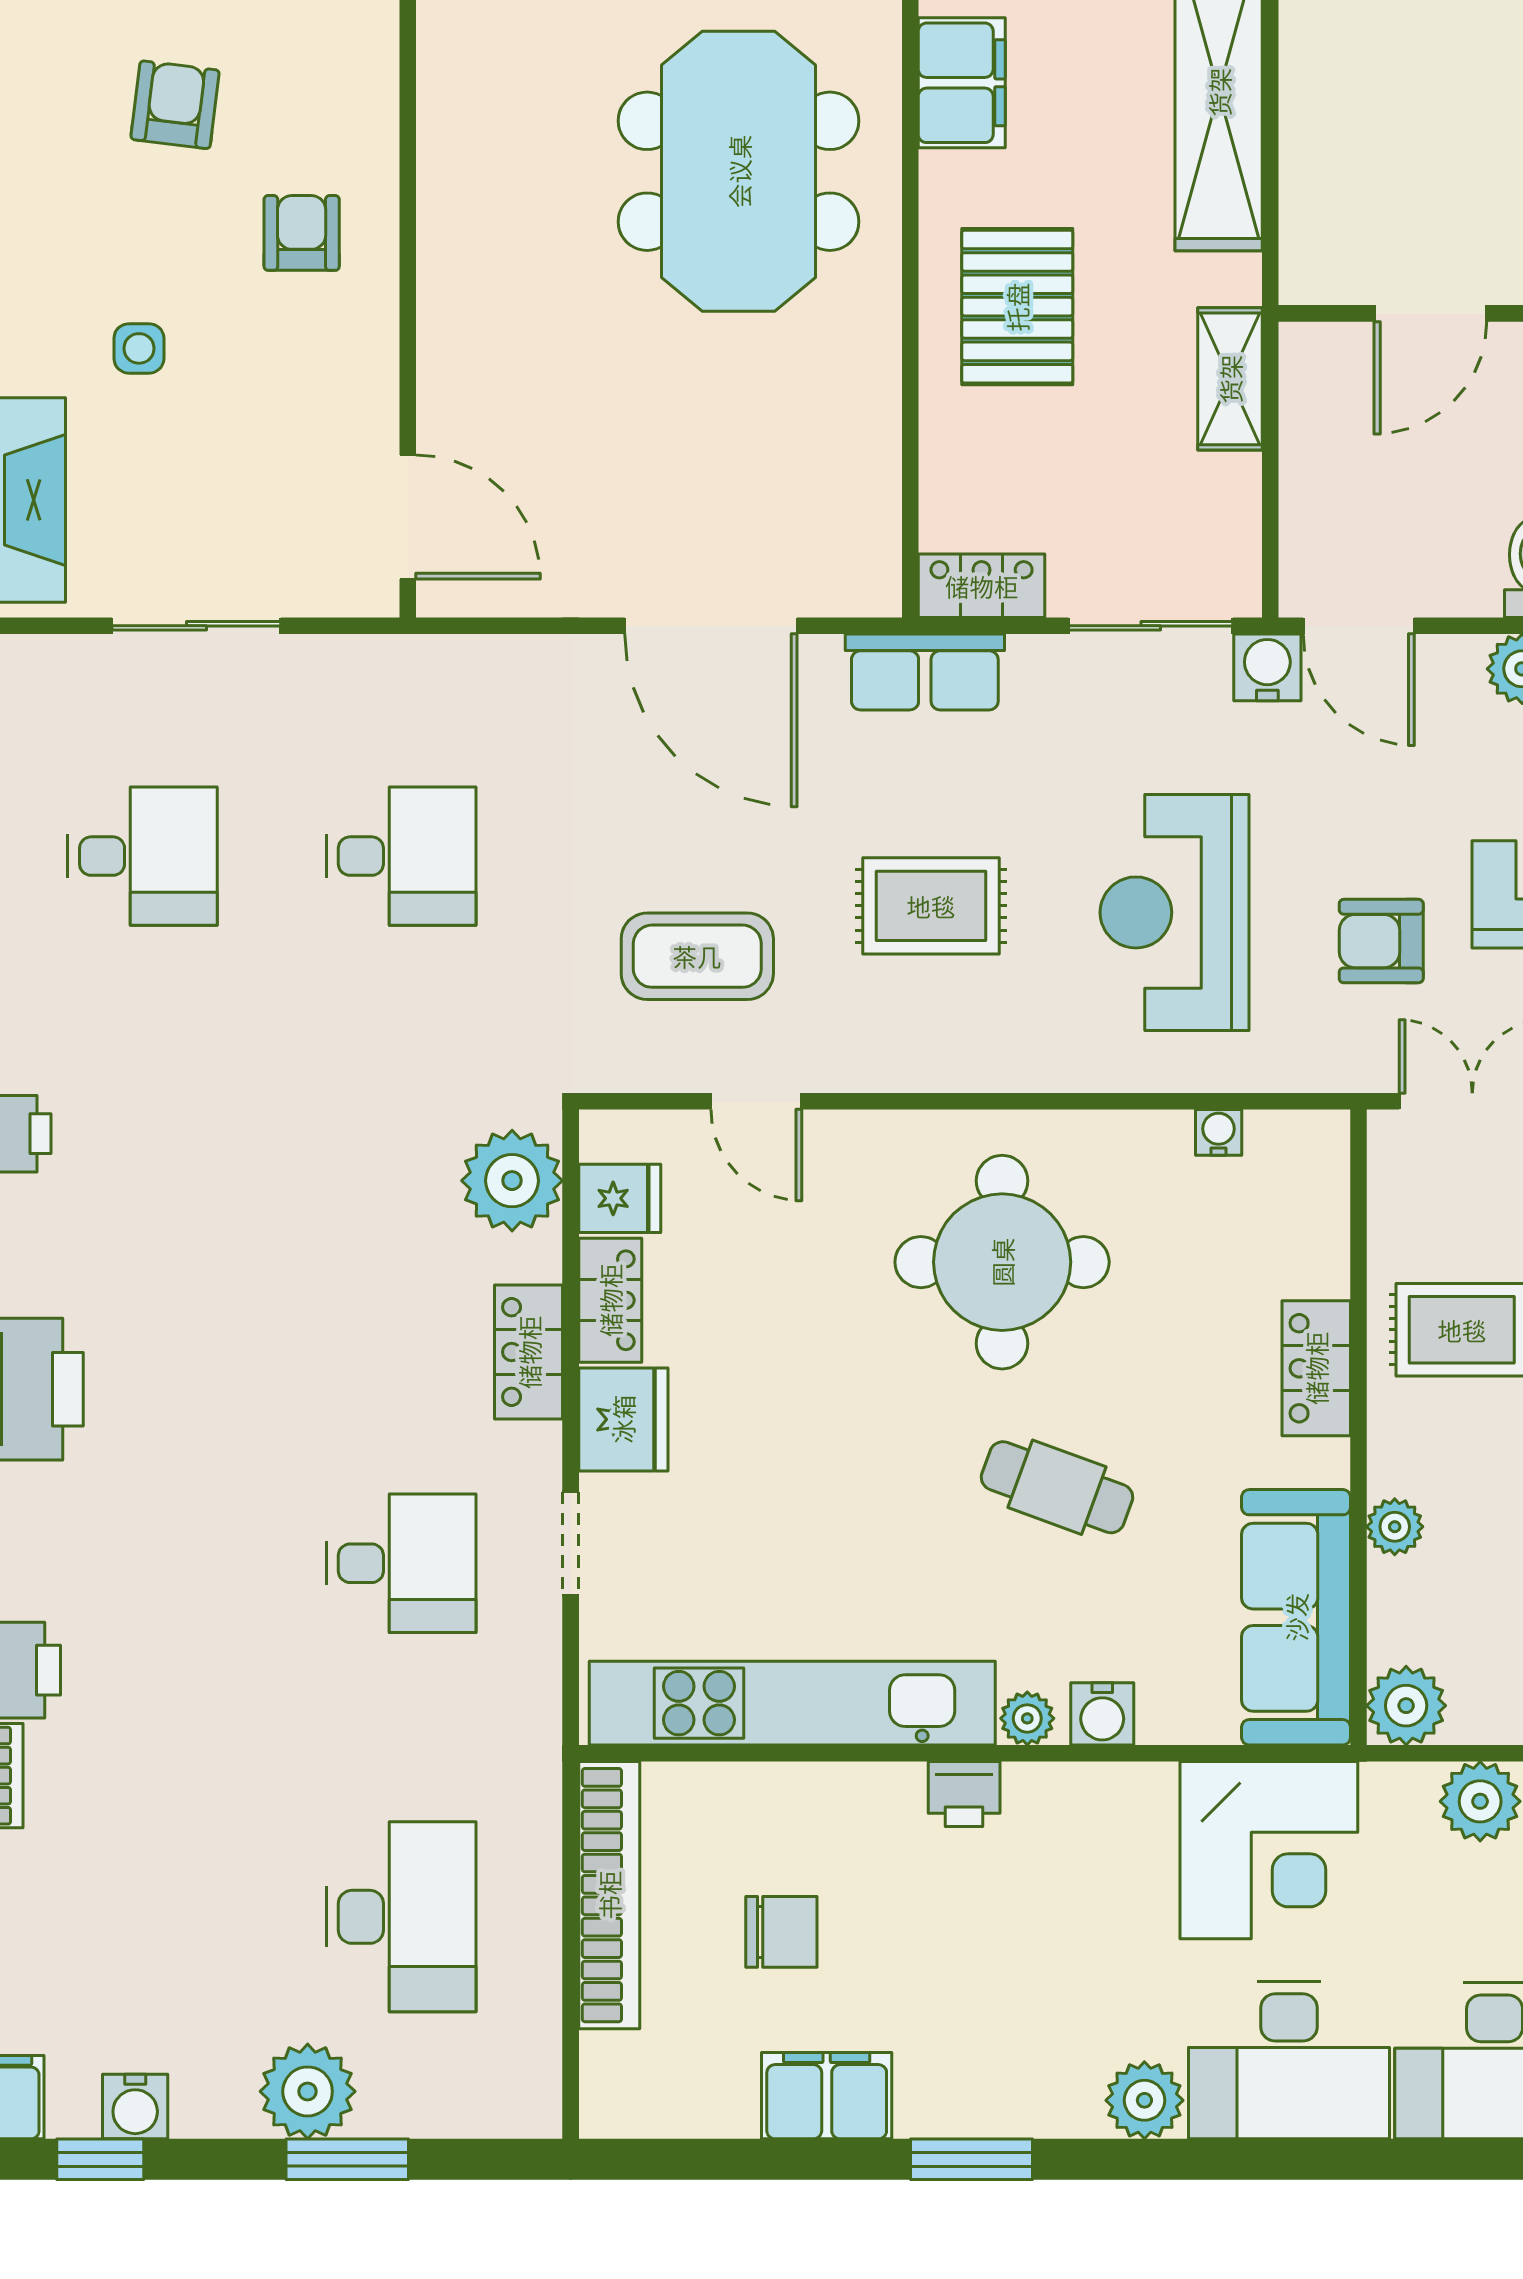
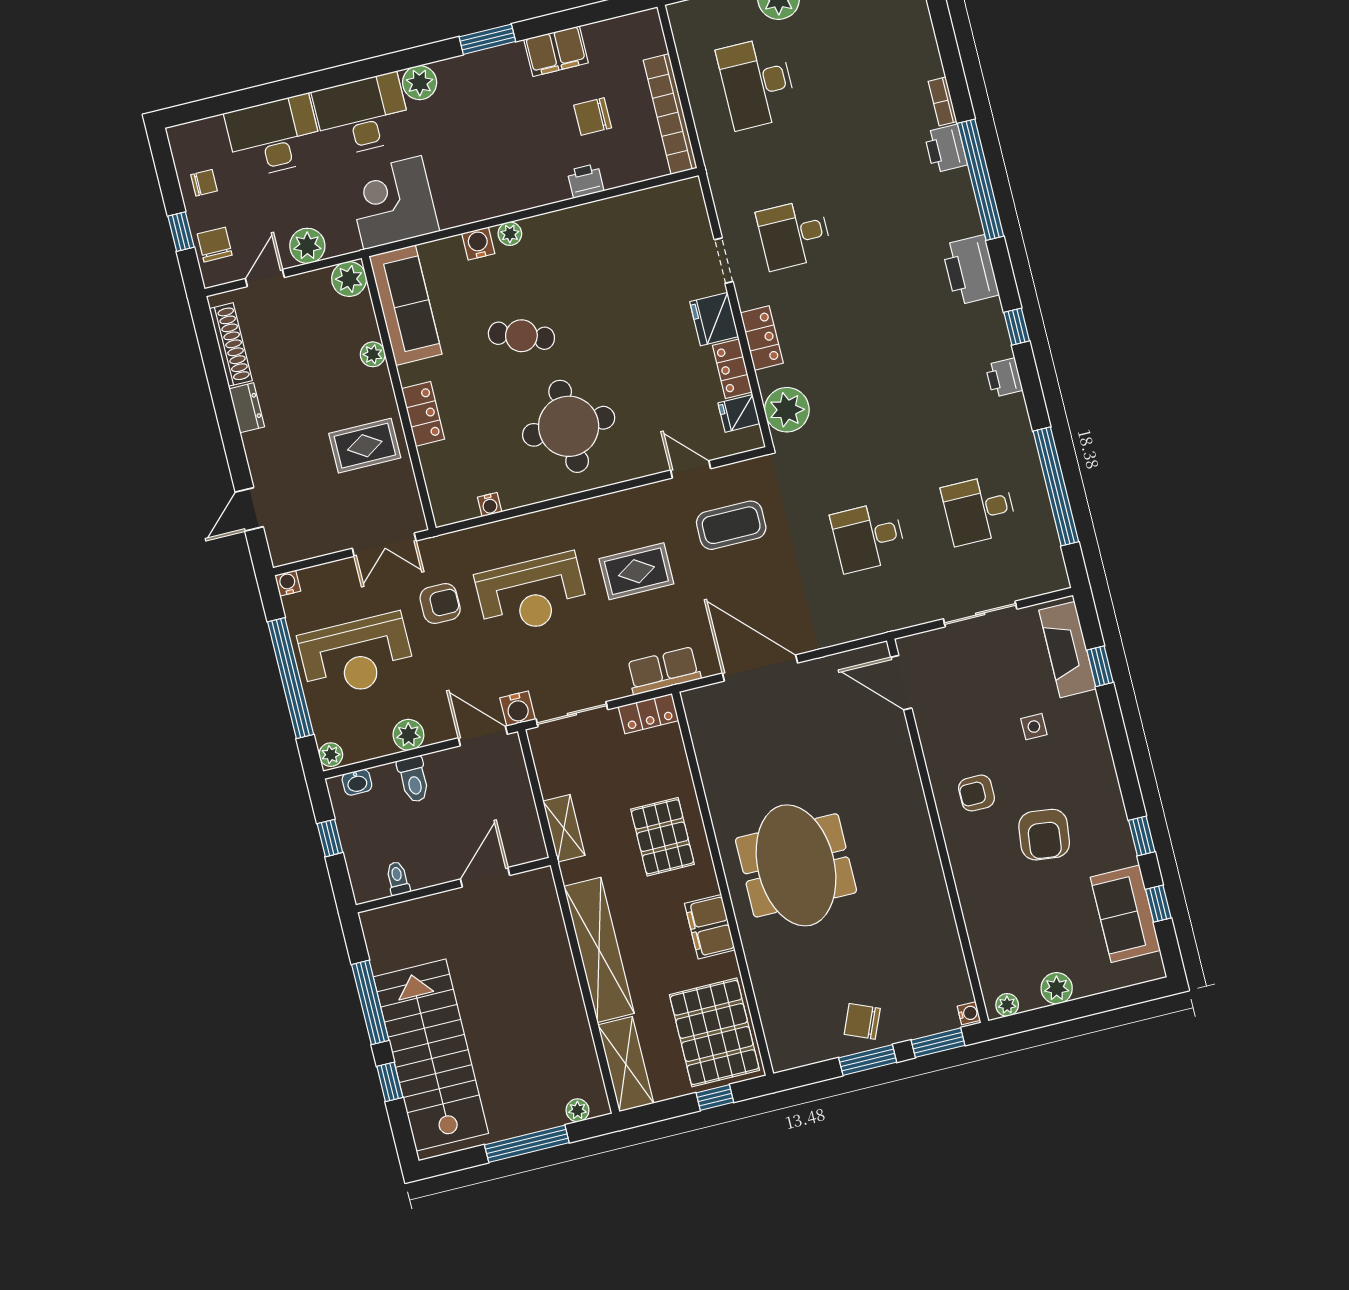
armchair: (175, 105) -> (1044, 835), width x1.38, depth x1.38
armchair: (302, 233) -> (976, 793), turned 90
reception desk: (1174, 912) -> (532, 594), turned 90
kitchen unit: (792, 1703) -> (612, 216), removed
printer: (964, 1794) -> (585, 181), moved

